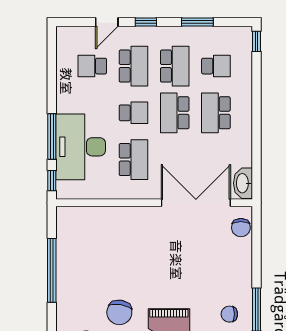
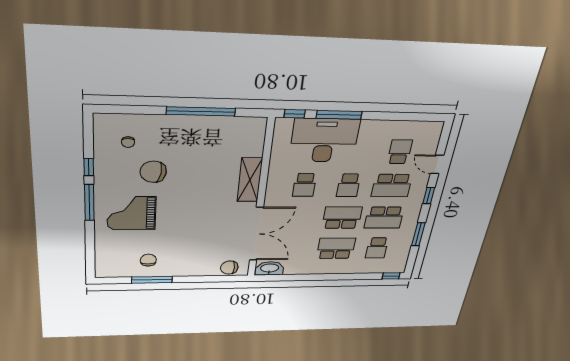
school desk: (133, 160) -> (304, 185), width x0.54
shelving: (128, 217) -> (250, 180), added

